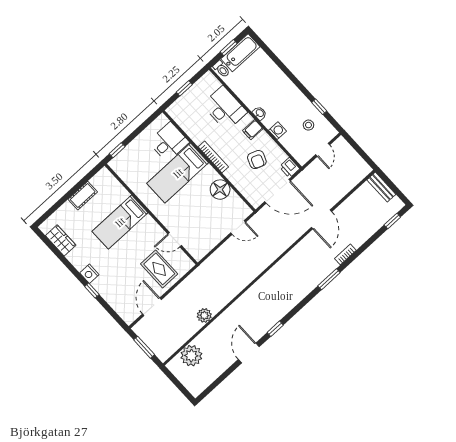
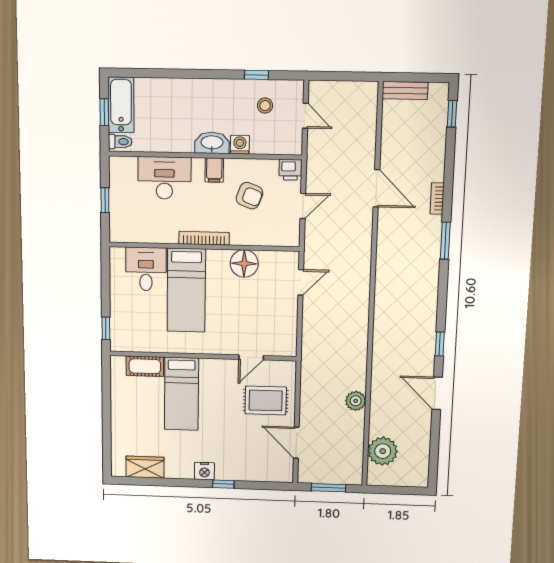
washbasin: (260, 113) -> (212, 143), width x1.91, depth x1.45
door: (278, 191) -> (303, 206), width x0.53
cot: (83, 196) -> (145, 366), moved, turned 90

